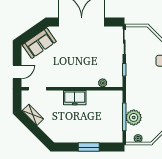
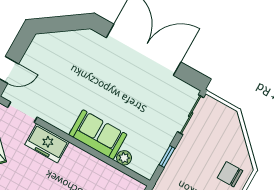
sofa: (39, 43) -> (98, 135), moved, turned -145
freezer: (75, 98) -> (47, 143), moved

